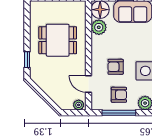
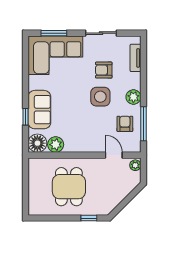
armchair: (116, 67) -> (96, 127), removed
door: (88, 84) -> (114, 155), swing flipped

